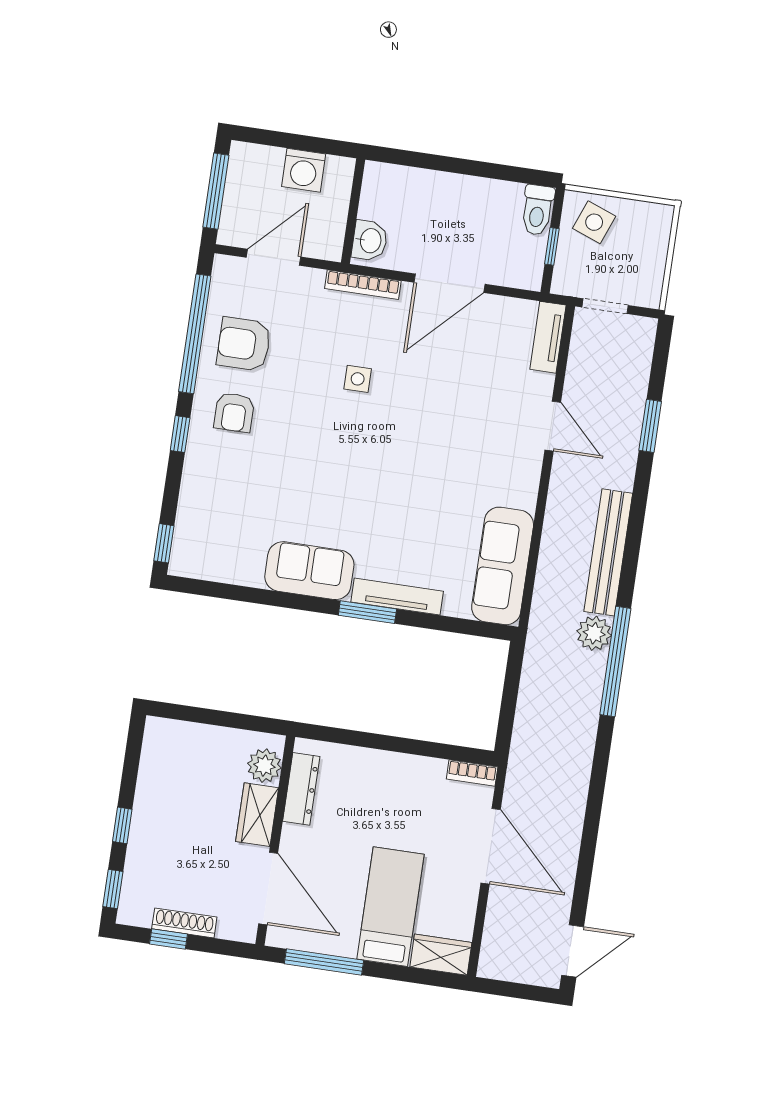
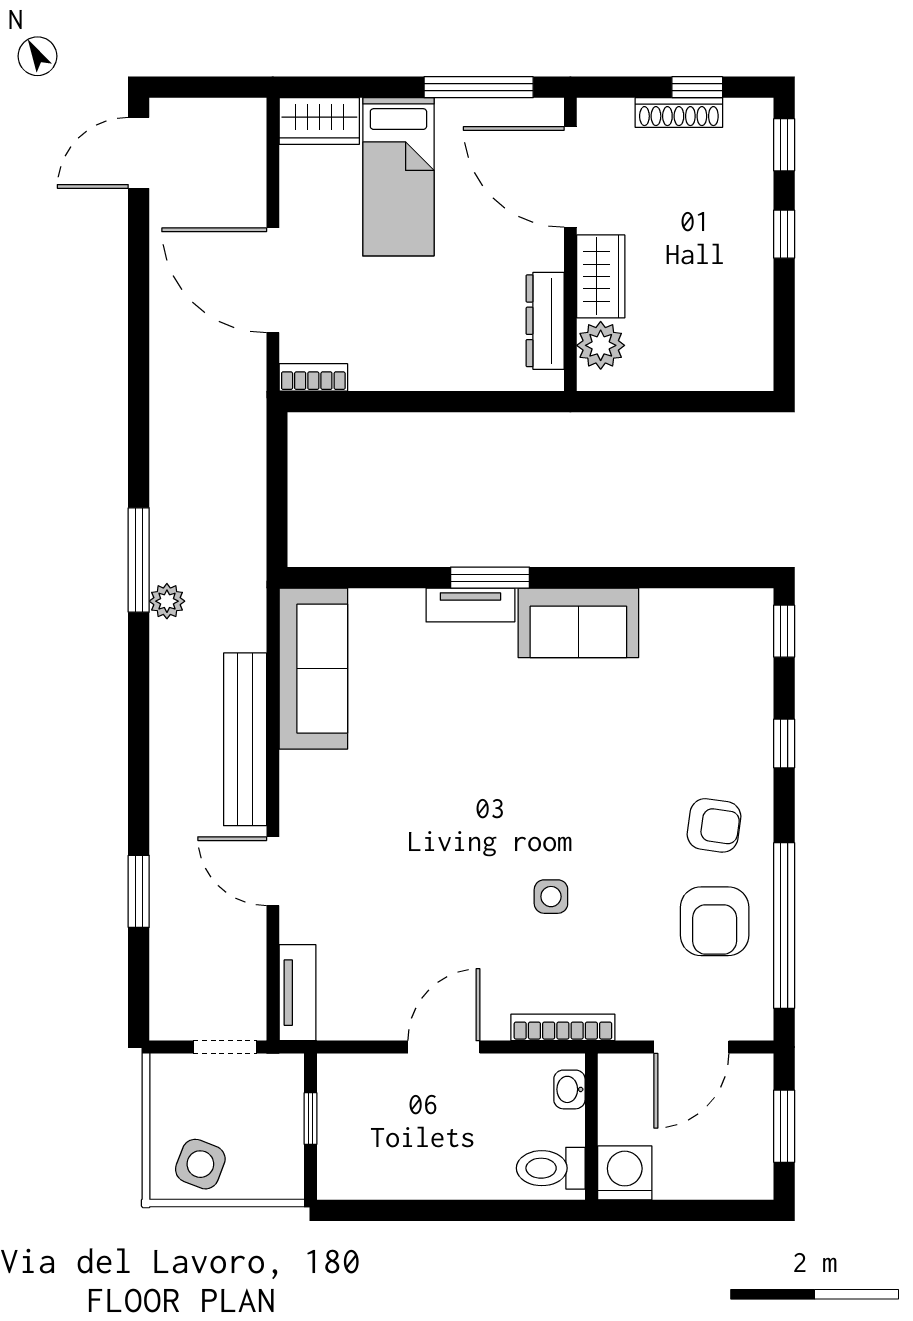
washing machine: (304, 170) -> (625, 1173), moved
window: (216, 191) -> (784, 1126), width x0.69
toilet: (537, 210) -> (551, 1168), moved, turned -90
side table: (594, 222) -> (200, 1164), moved
washbasin: (370, 241) -> (569, 1089), width x0.72, depth x0.69
door: (449, 283) -> (444, 1047), width x0.73
armchair: (244, 344) -> (715, 921), turned 90
armchair: (234, 412) -> (714, 825), turned 98
window: (180, 434) -> (784, 743), moved
bench: (608, 552) -> (245, 739), moved
tv unit: (397, 597) -> (470, 605), width x0.71
plant: (594, 633) -> (167, 601), width x0.73, depth x0.73
window: (615, 662) -> (139, 560), width x0.68

